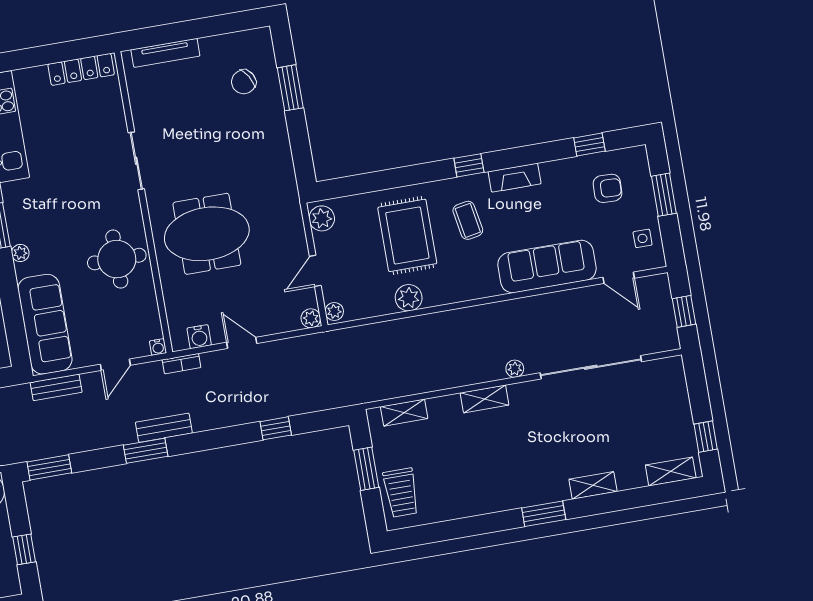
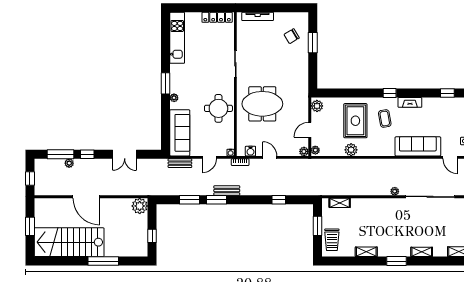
armchair: (608, 188) -> (452, 115), removed
shelving: (485, 399) -> (366, 252), moved
window: (49, 467) -> (190, 200), moved

